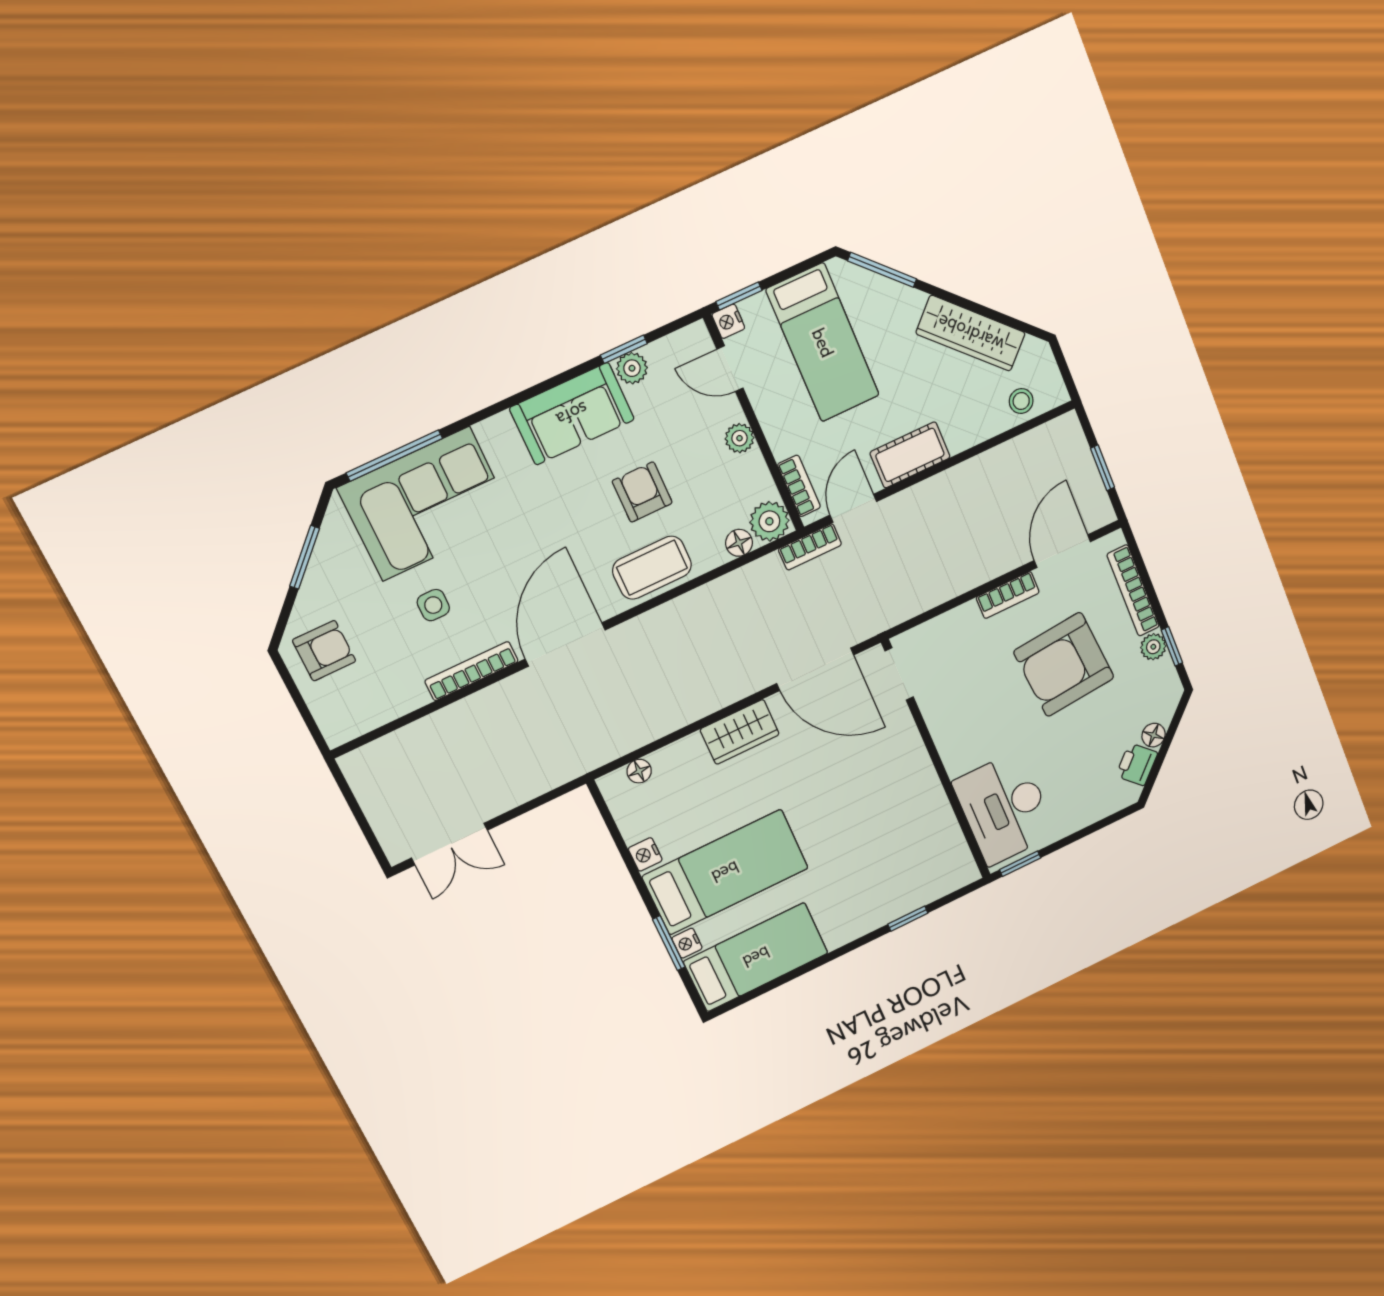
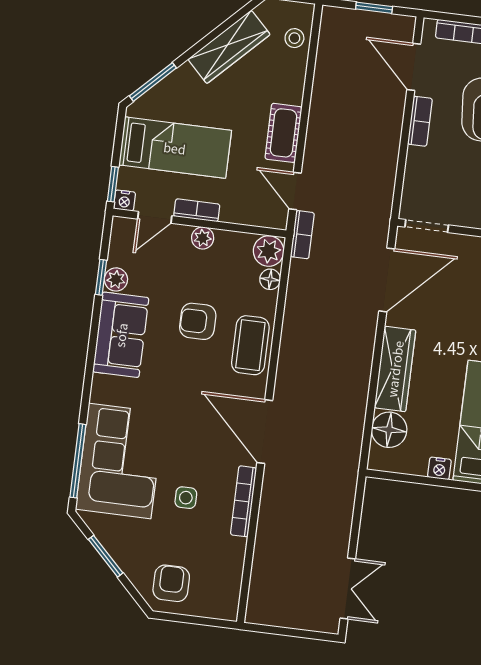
bookcase: (799, 486) -> (197, 210), moved
wardrobe: (740, 732) -> (395, 369), width x1.50
floor lamp: (639, 771) -> (389, 430), width x1.89, depth x1.89

